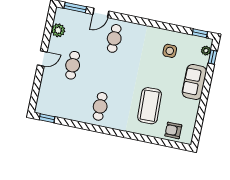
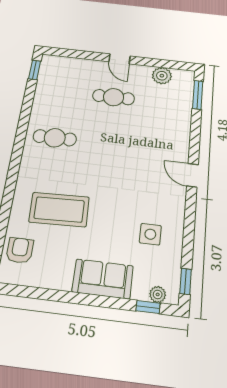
door: (101, 13) -> (193, 175), moved
cafe table: (114, 38) -> (160, 150), removed

